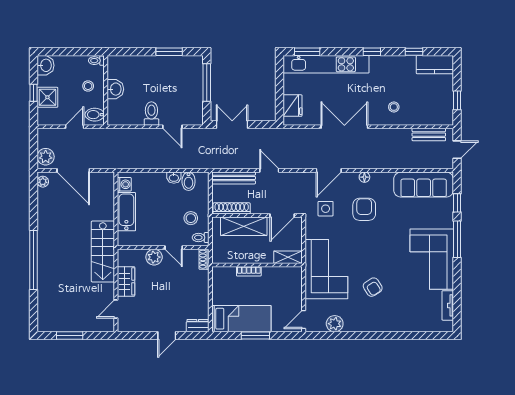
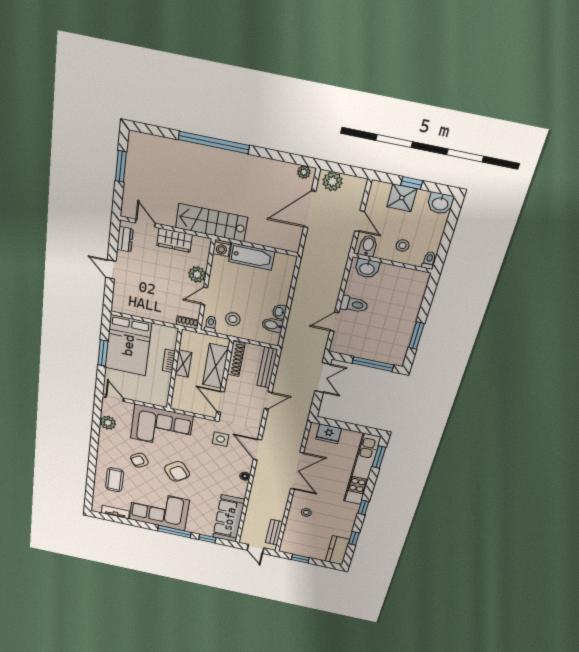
washbasin: (115, 89) -> (367, 268), moved
washing machine: (124, 184) -> (222, 248), moved
armchair: (364, 209) -> (177, 471), moved, turned 53
shelving: (288, 257) -> (183, 364), moved
coffee table: (405, 310) -> (115, 480), added
bed: (241, 319) -> (128, 345), width x1.50
dresser: (198, 326) -> (125, 239), moved

